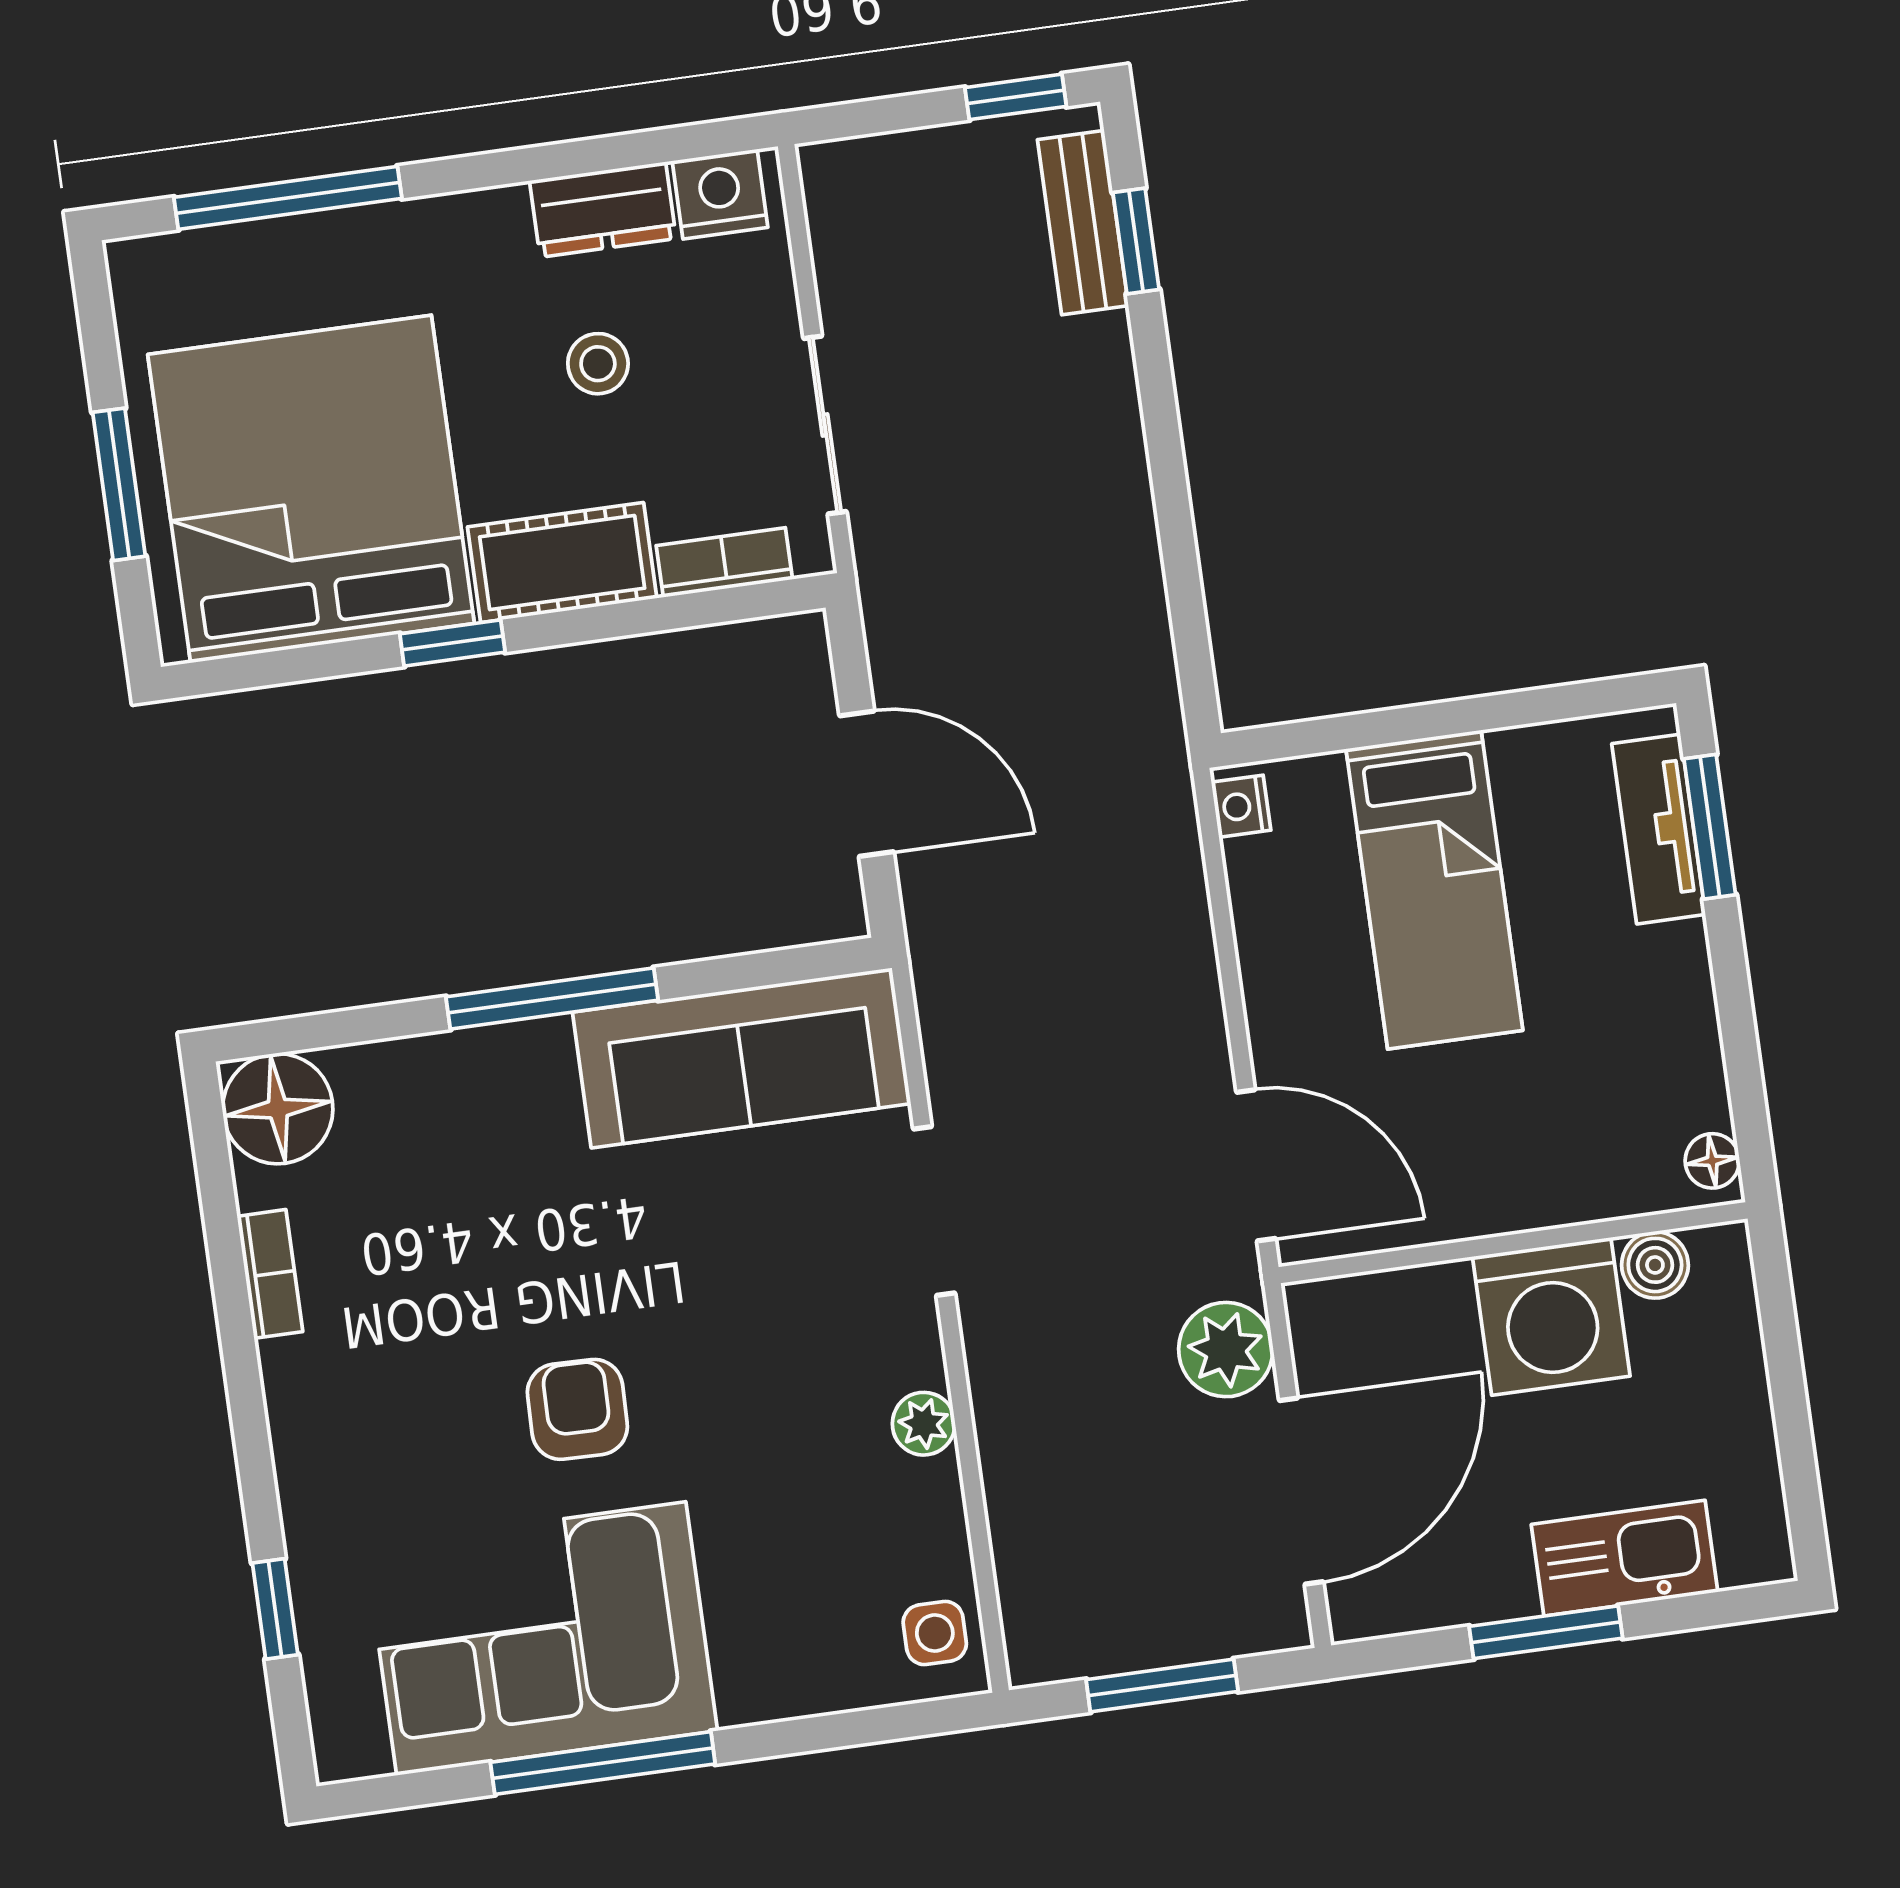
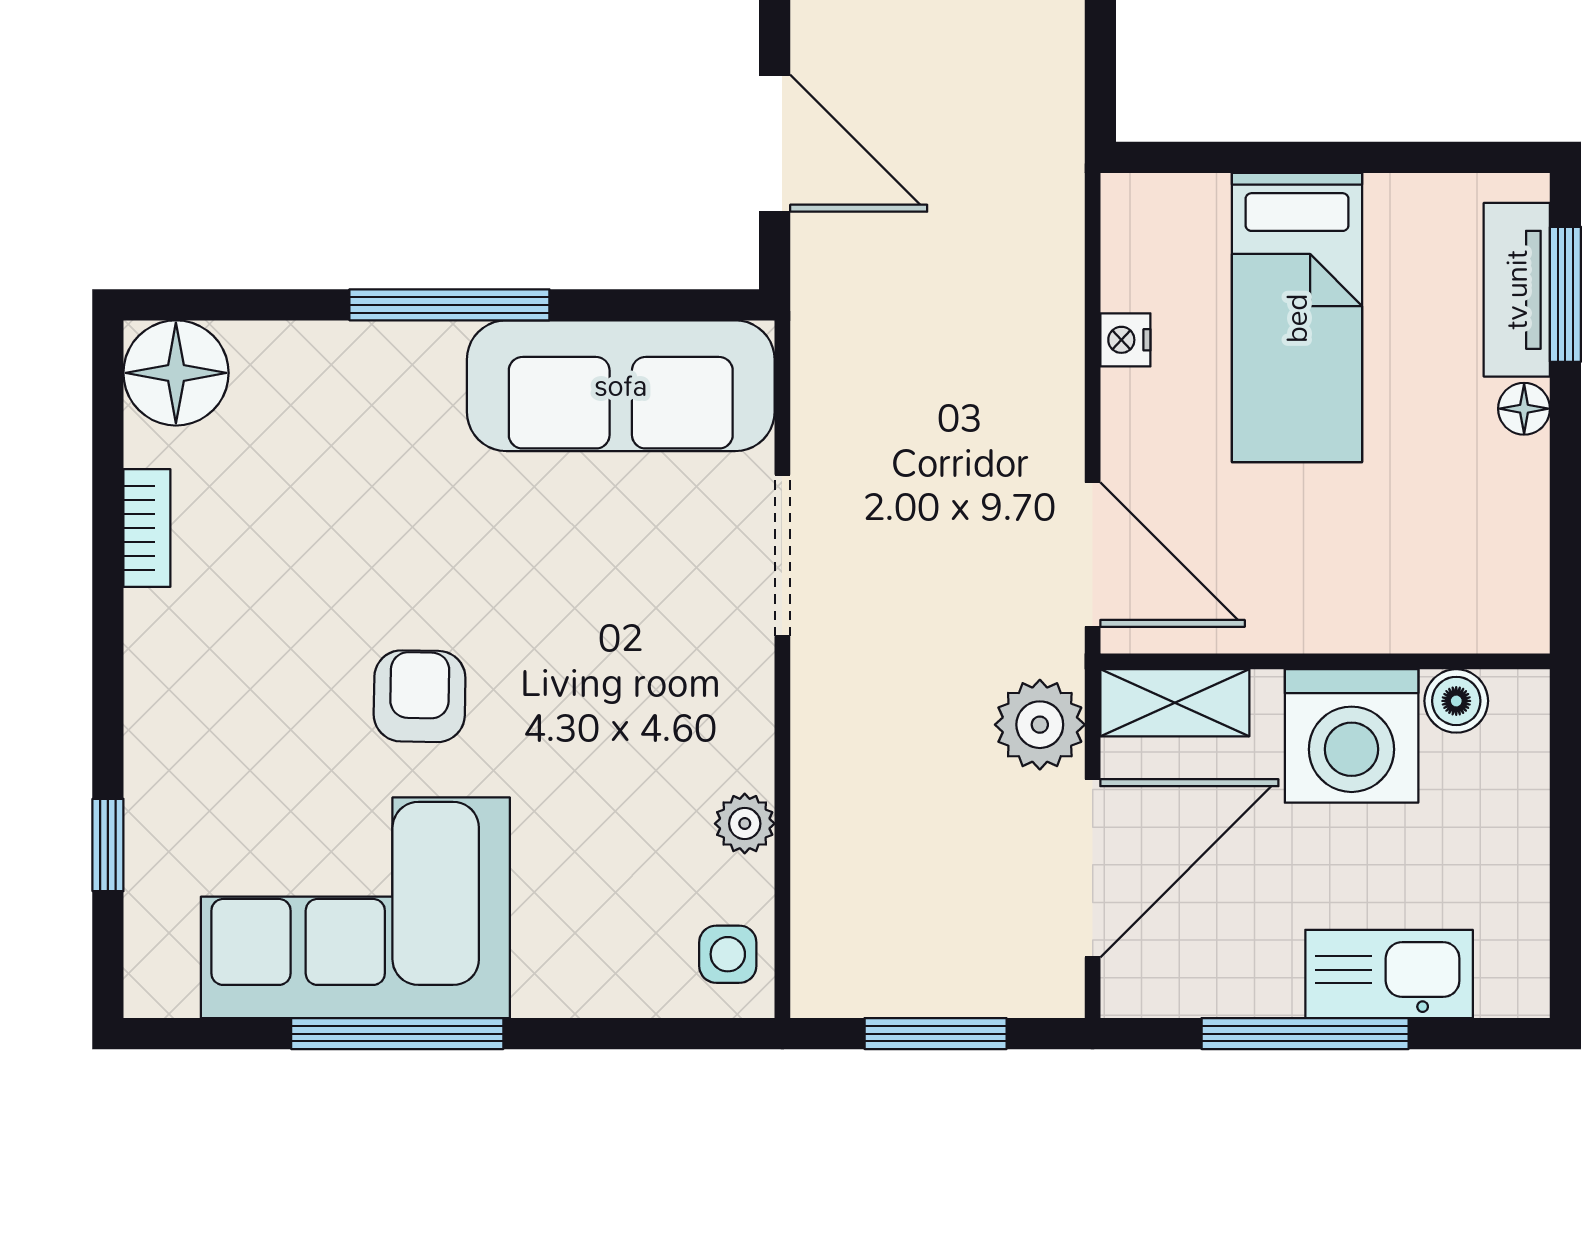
nightstand: (1241, 806) -> (1125, 340), moved
floor lamp: (1712, 1161) -> (1524, 409), moved
shelving: (1363, 1307) -> (1175, 703), added
plant: (924, 1424) -> (745, 824), moved
window: (1546, 1632) -> (1305, 1034), width x1.44

